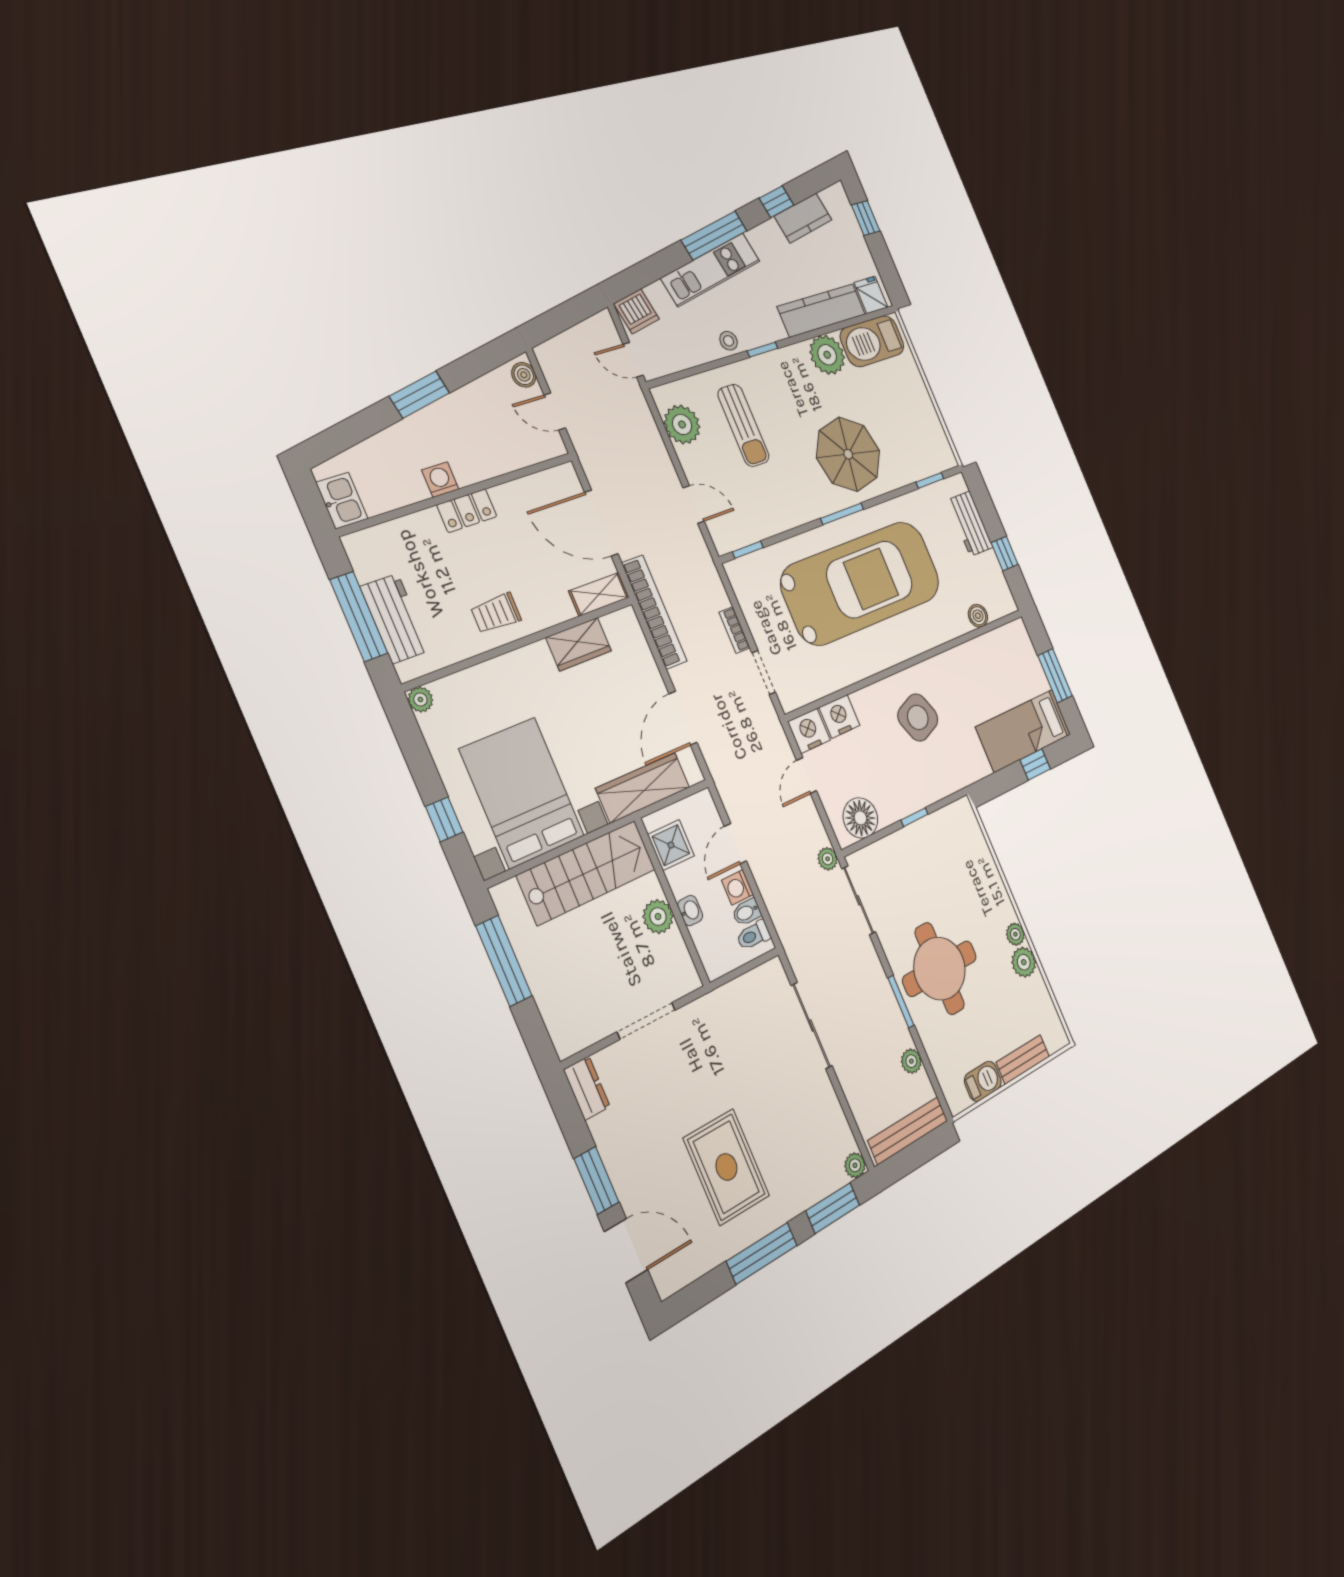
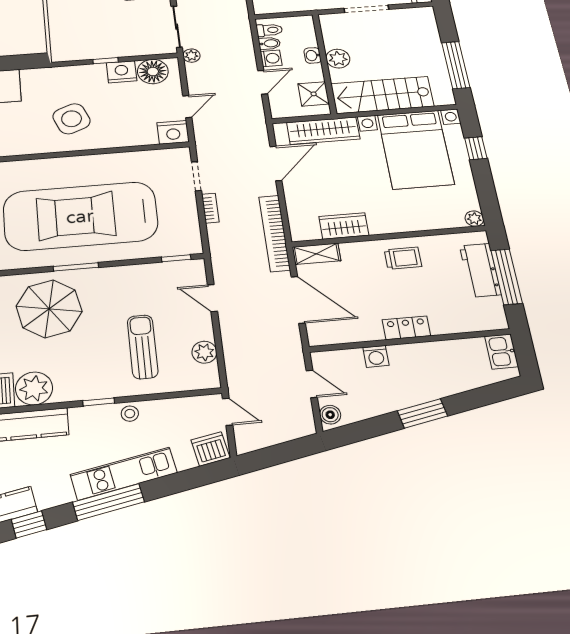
plant: (682, 424) -> (204, 352), width x0.73, depth x0.73
washing machine: (440, 480) -> (376, 356), moved
nightstand: (839, 716) -> (122, 72), moved, turned 180

